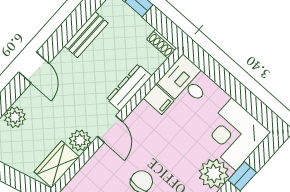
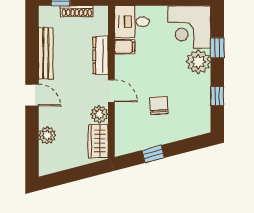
bench: (86, 35) -> (46, 53), width x1.36
shoe rack: (162, 44) -> (77, 11), moved, width x1.43

